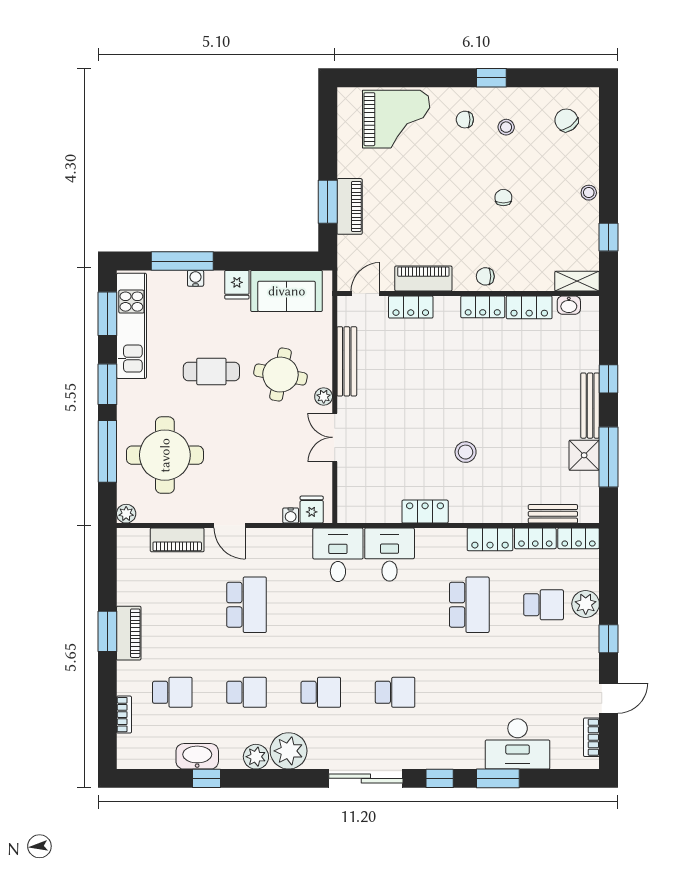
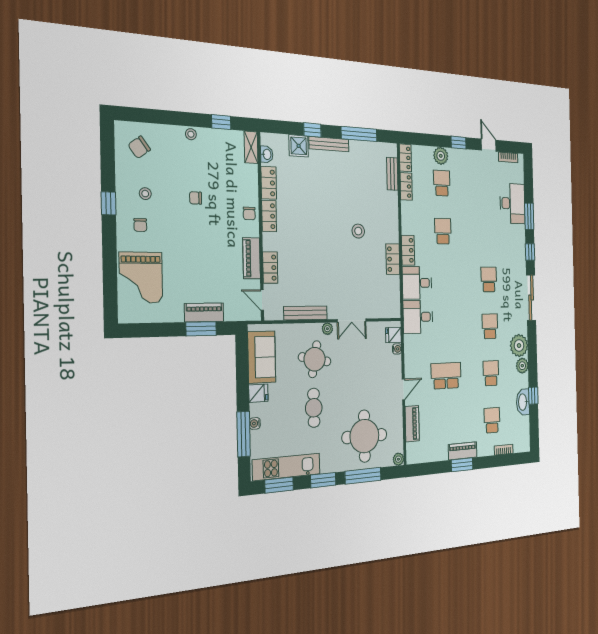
grand piano: (396, 119) -> (141, 278), turned 180
shower: (584, 455) -> (299, 146), moved
locker: (490, 539) -> (408, 250), moved
school desk: (469, 605) -> (443, 231), width x0.54

